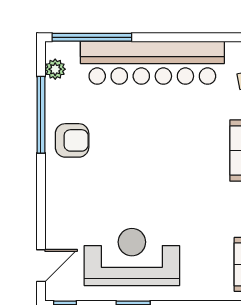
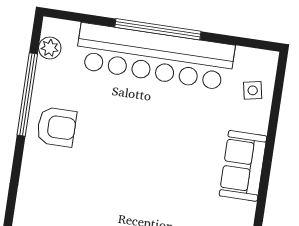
window: (92, 37) -> (158, 29), moved

